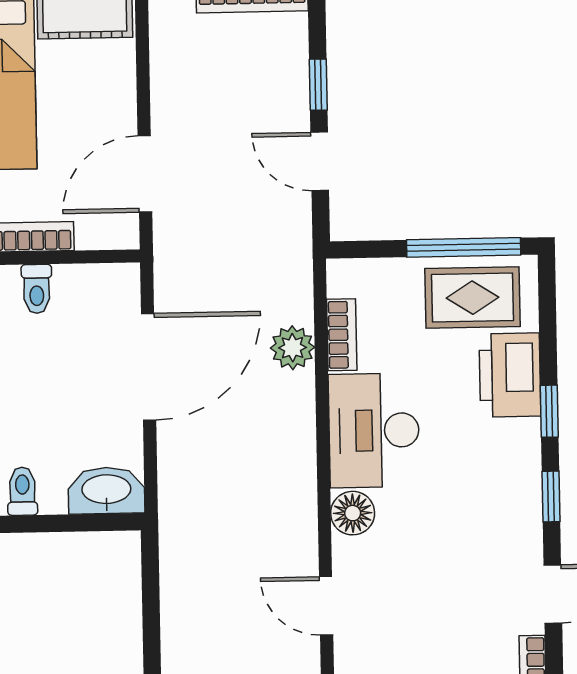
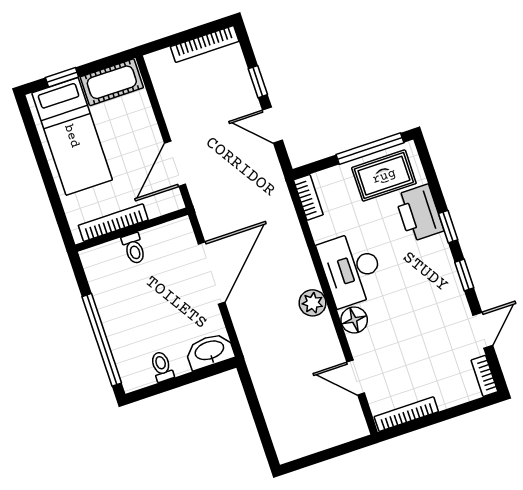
bookcase: (342, 335) -> (308, 197), moved
plant: (293, 348) -> (313, 303), moved

